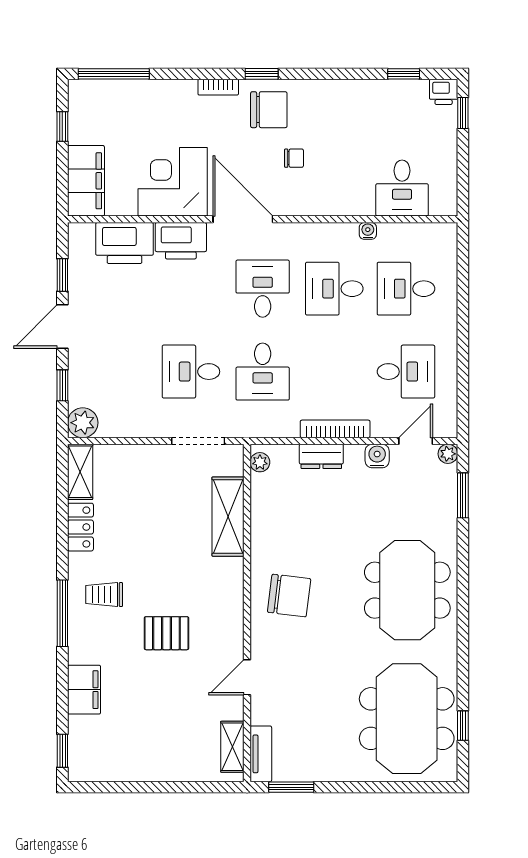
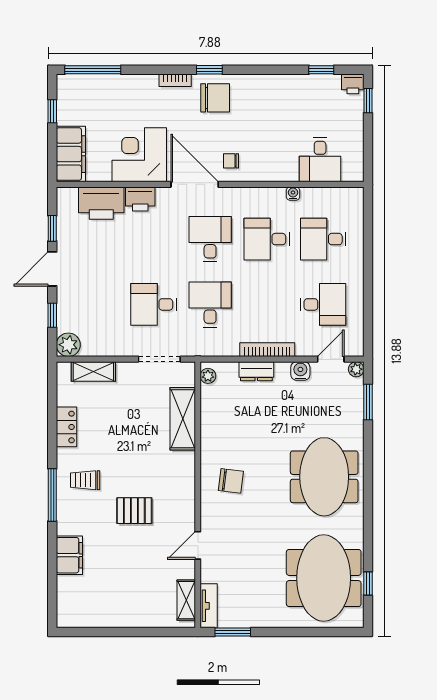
chair: (294, 158) -> (231, 161), moved, turned 180
printer: (181, 241) -> (140, 199), width x0.73, depth x0.84
desk: (263, 372) -> (210, 304), turned 180
shelving: (80, 472) -> (93, 371), moved, turned 90
chair: (289, 596) -> (231, 481), width x0.73, depth x0.73
window: (62, 751) -> (52, 603), removed

